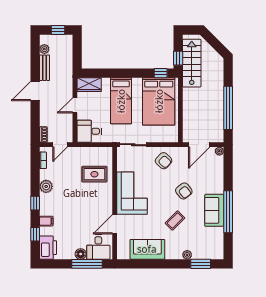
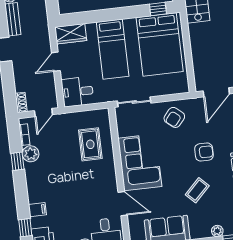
armchair: (164, 161) -> (174, 117), turned 87
rug: (94, 174) -> (90, 144), turned 90
plant: (46, 186) -> (31, 154), moved
armchair: (184, 191) -> (204, 152), turned -52
window: (35, 203) -> (18, 161), moved
door: (115, 224) -> (123, 204), swing flipped

